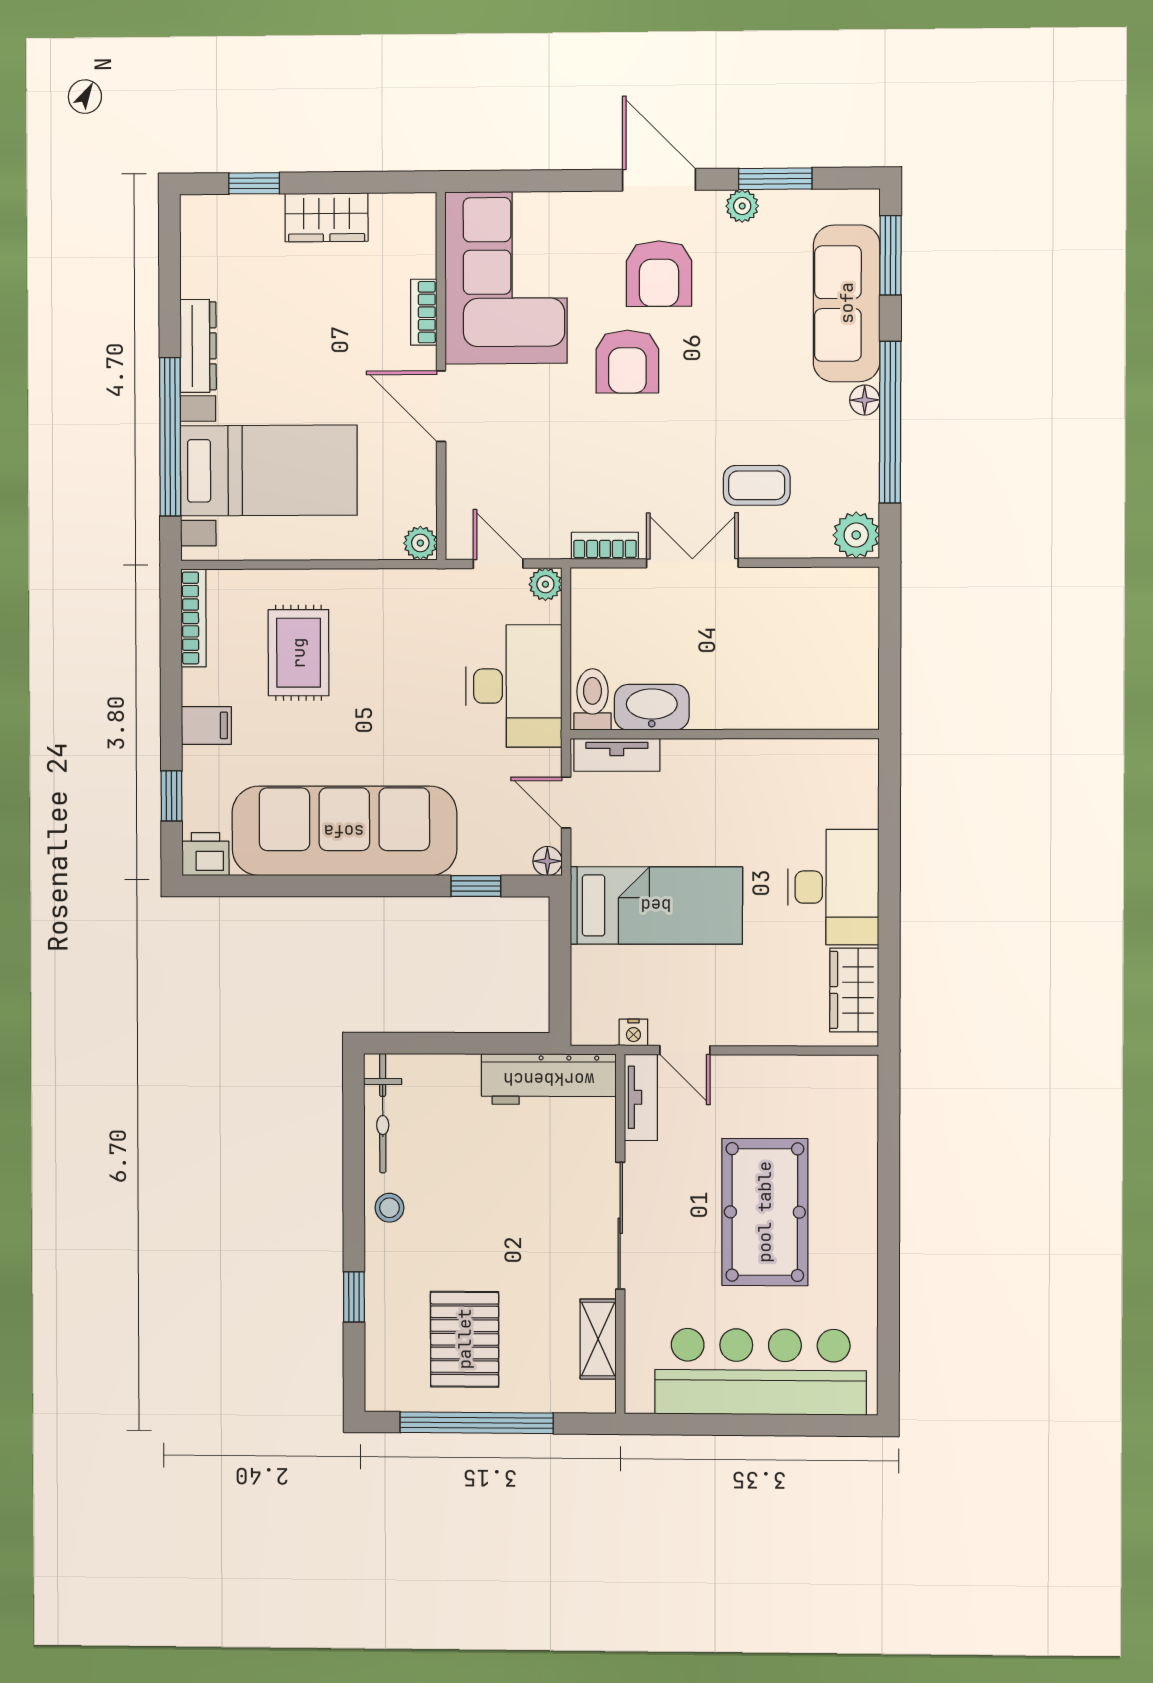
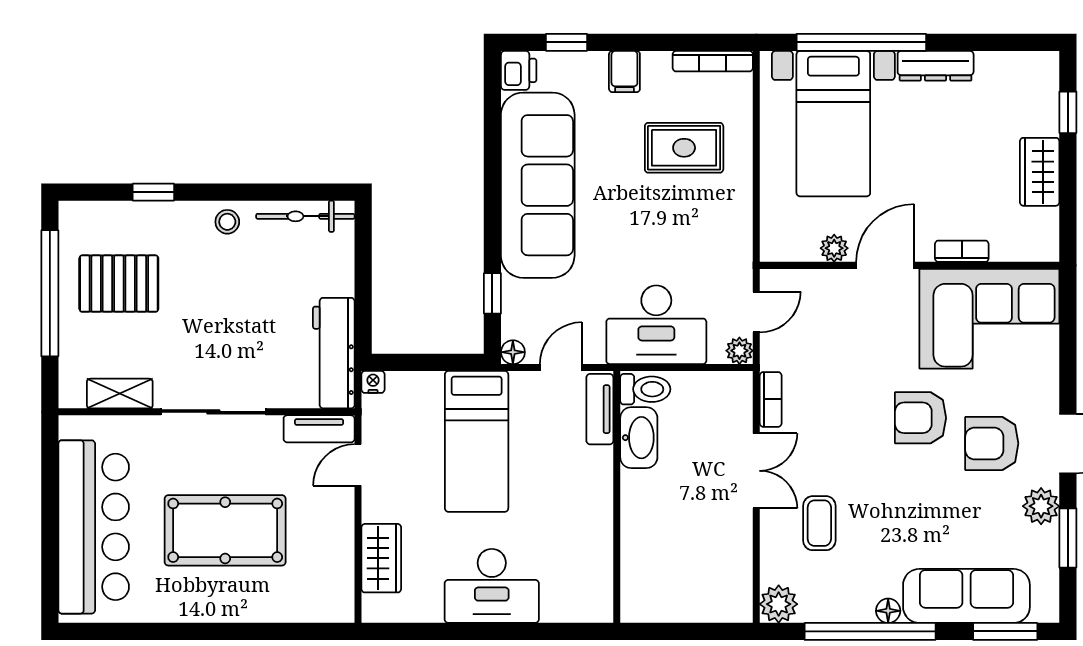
plant: (742, 206) -> (1041, 506), width x1.38, depth x1.38
plant: (420, 543) -> (834, 248), moved
wardrobe: (854, 990) -> (381, 558), moved, turned 90
nightstand: (633, 1032) -> (373, 382), moved, turned 90

